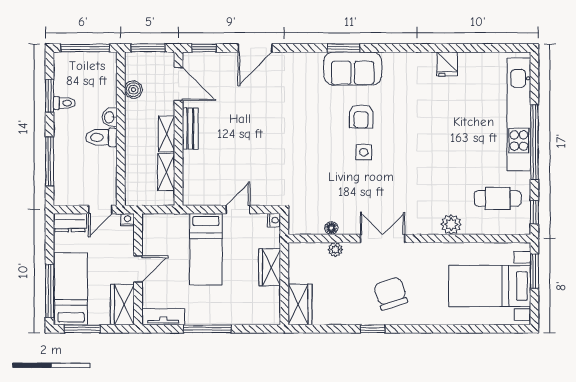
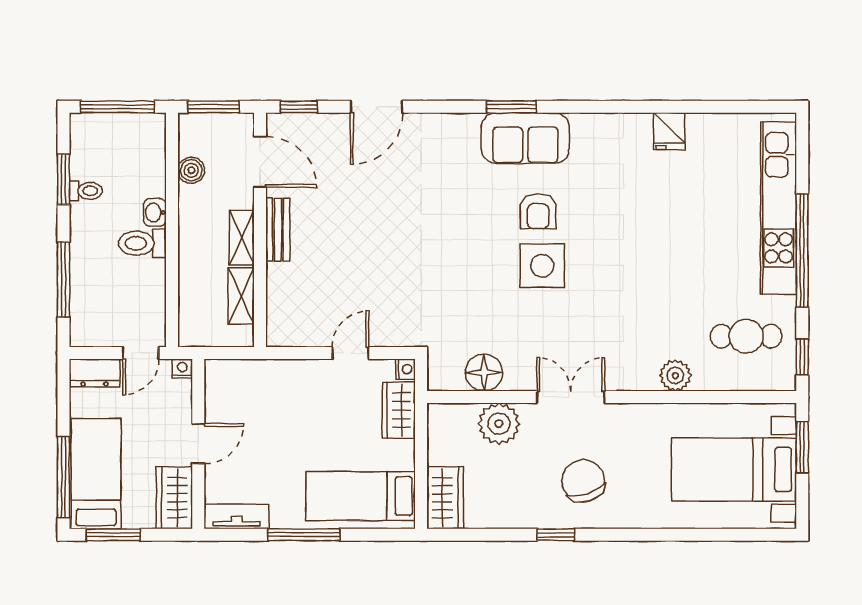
side table: (364, 152) -> (542, 266), width x1.87, depth x1.87
floor lamp: (331, 228) -> (484, 373), width x1.89, depth x1.89
bed: (206, 249) -> (361, 496), moved, turned 90
plant: (335, 250) -> (499, 424), width x1.87, depth x1.87
wardrobe: (270, 267) -> (399, 410), moved

